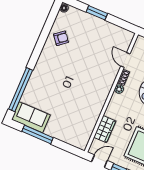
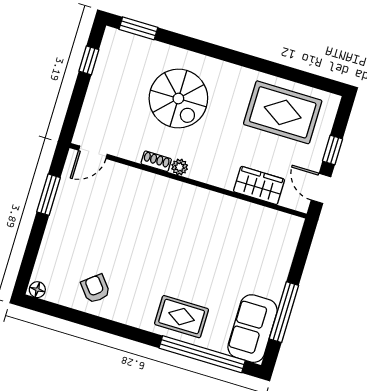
window: (97, 13) -> (49, 195), moved
door: (125, 60) -> (93, 152), moved
rug: (41, 81) -> (182, 317), added

